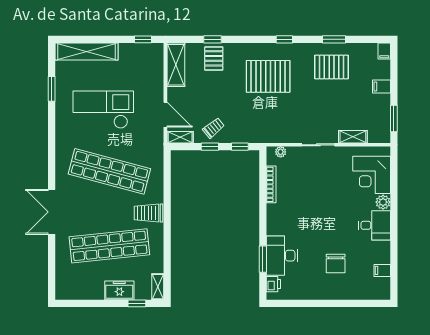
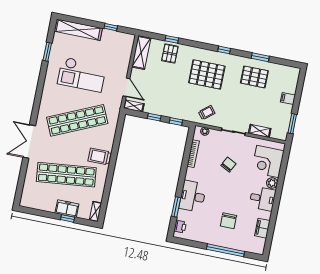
window: (143, 39) -> (111, 27), moved
filing cabinet: (384, 51) -> (295, 73), removed
checkout: (103, 110) -> (82, 75), turned 180
trolley: (214, 128) -> (207, 113), moved
shop shelf: (109, 171) -> (77, 120), turned -39
chair: (321, 189) -> (228, 165), added
desk: (282, 256) -> (193, 196), moved
filing cabinet: (382, 270) -> (262, 228), width x2.00
window: (137, 303) -> (68, 218), moved
window: (340, 303) -> (226, 250), added

